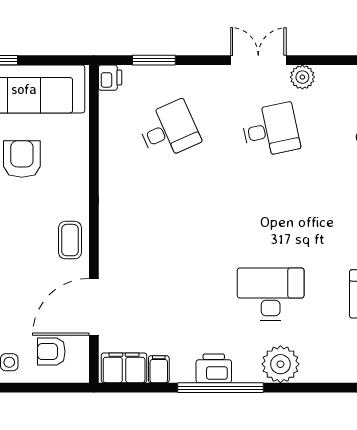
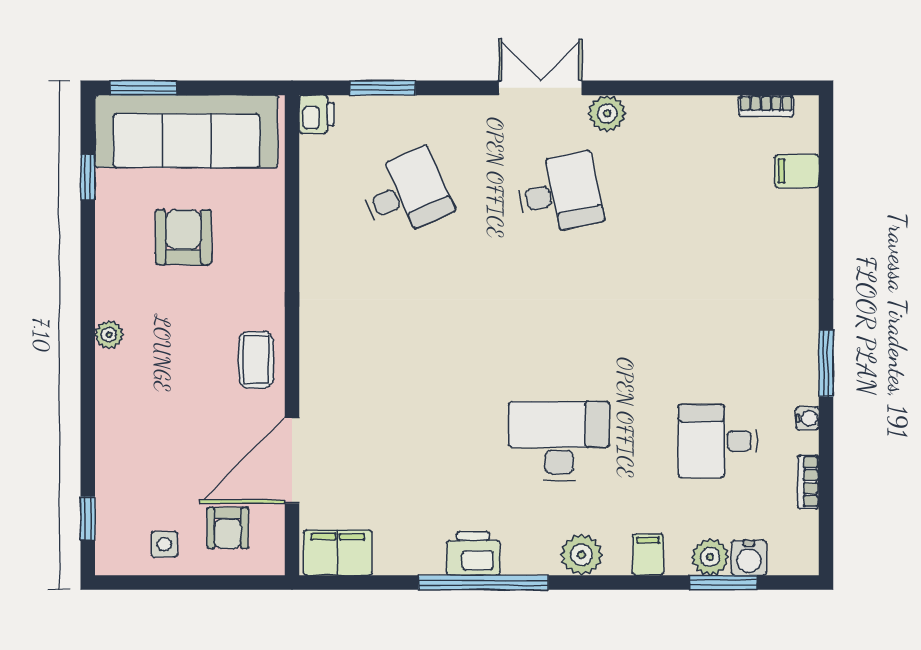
armchair: (51, 352) -> (228, 528), turned -90
plant: (280, 364) -> (581, 555), width x0.73, depth x0.73
filing cabinet: (159, 369) -> (648, 555), moved

